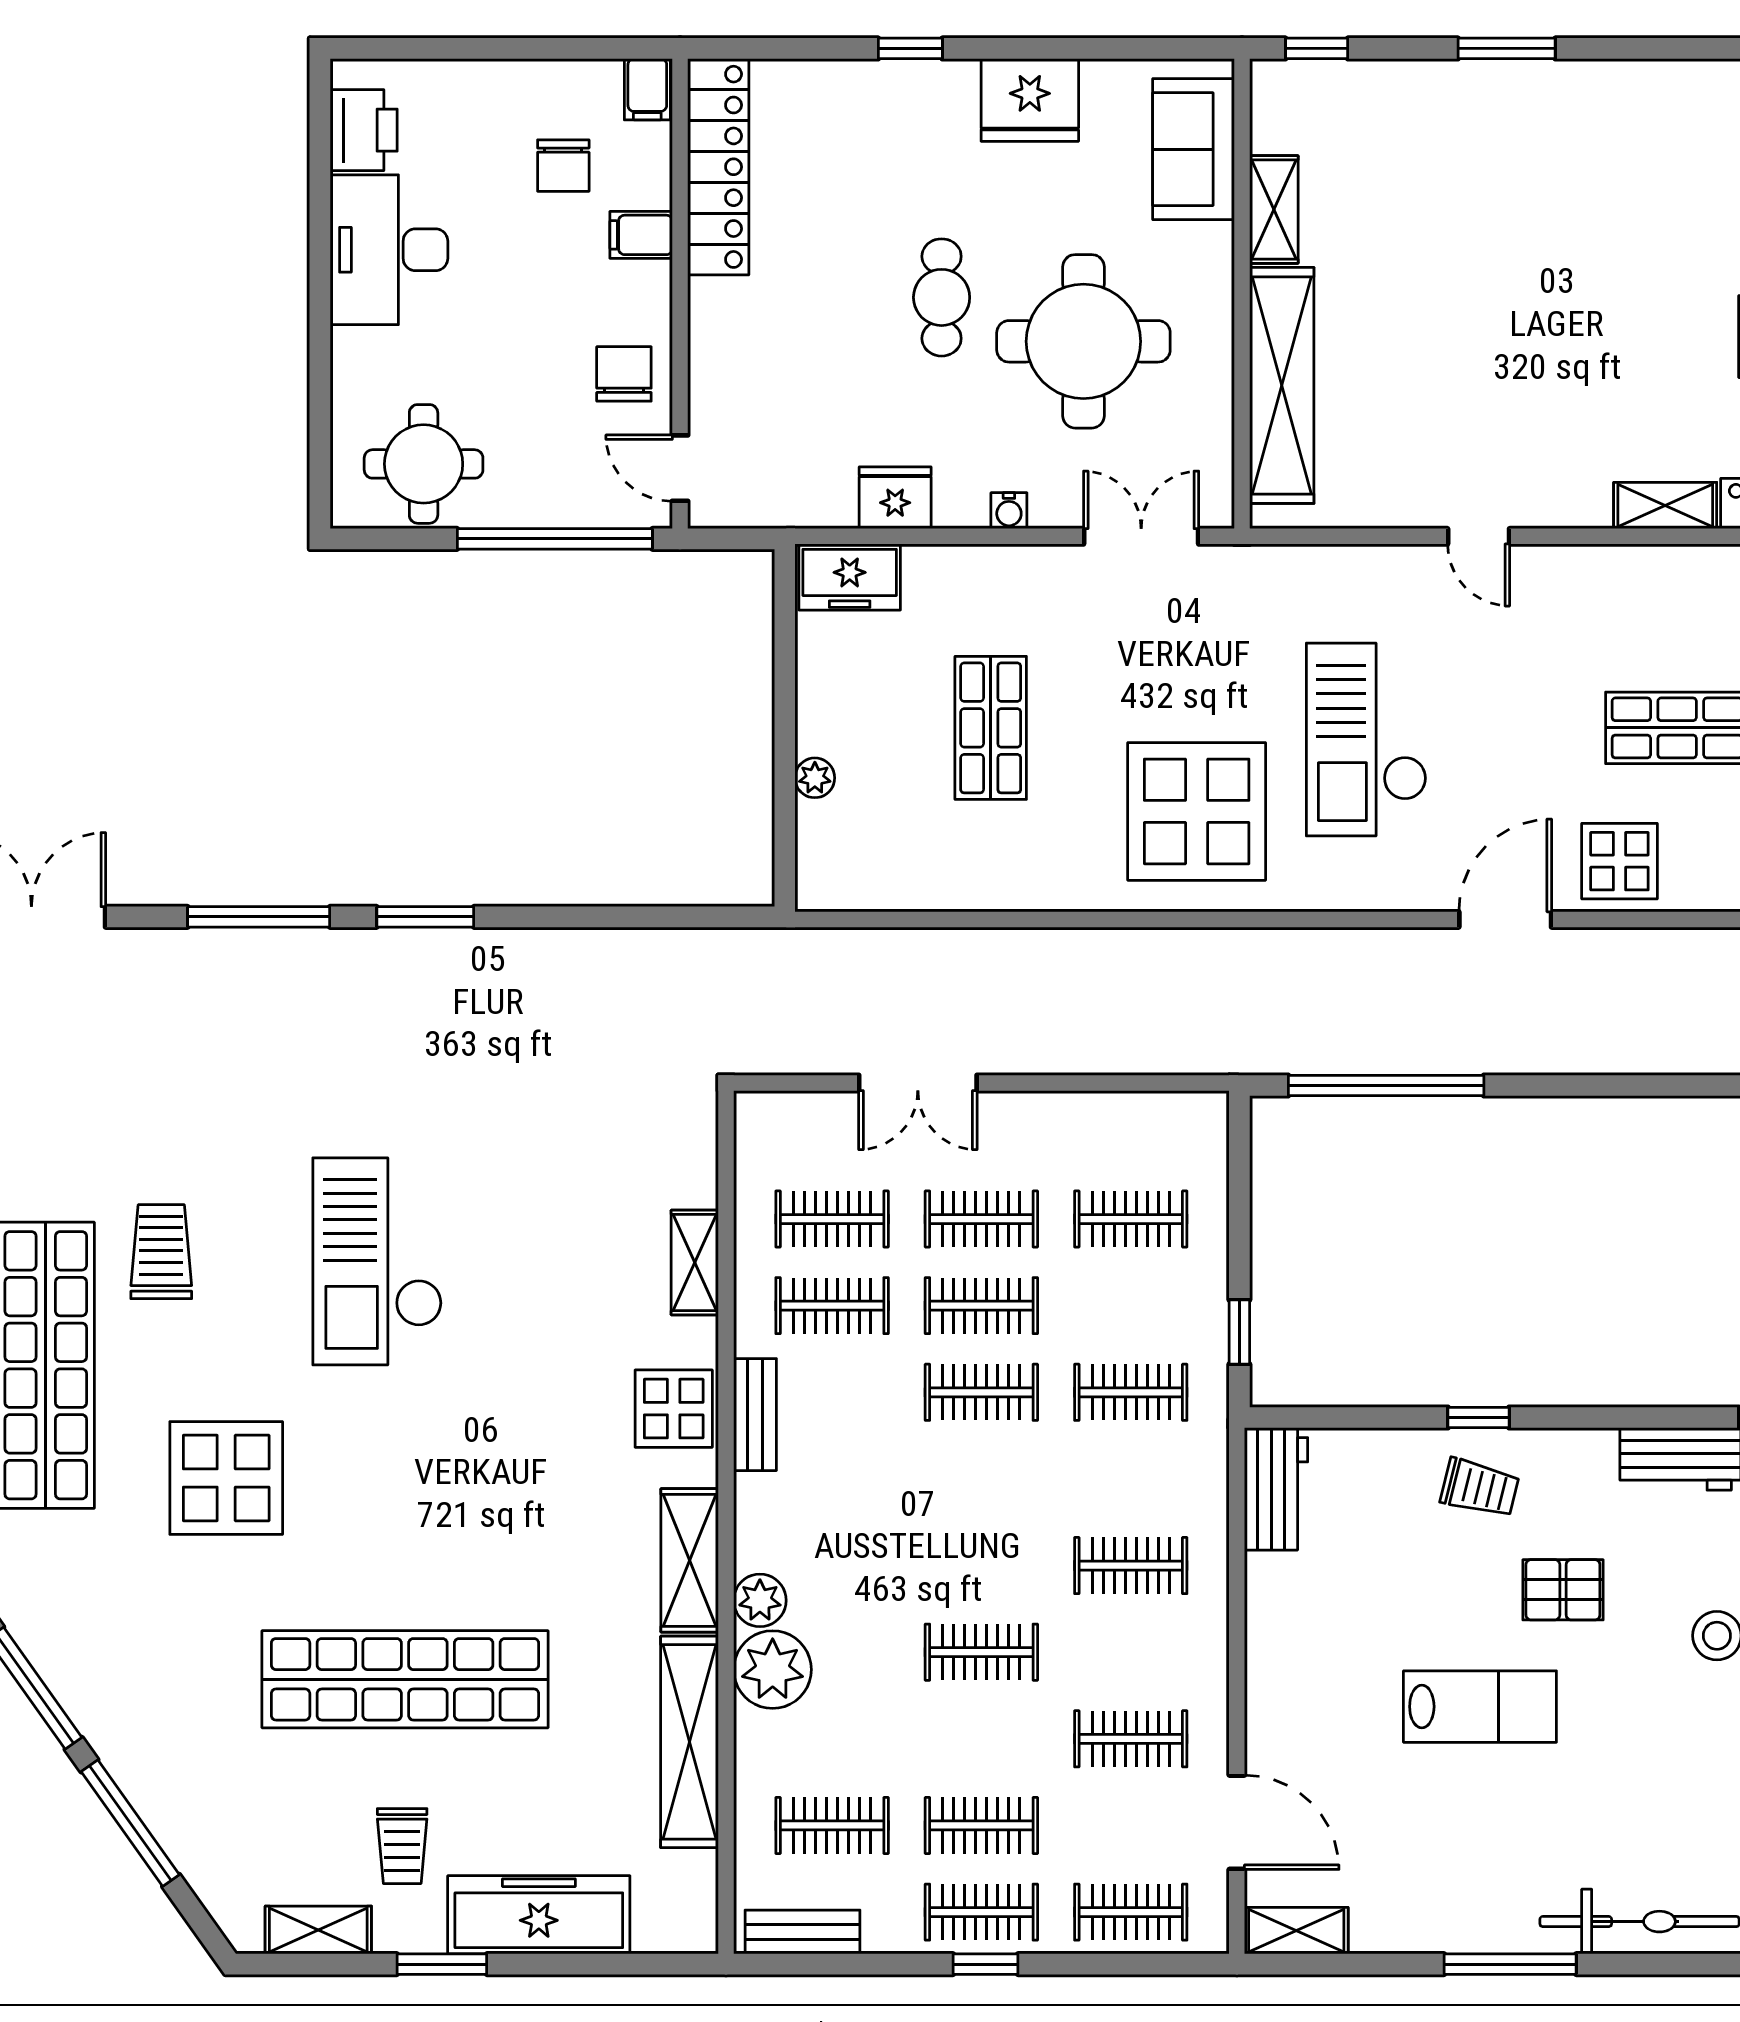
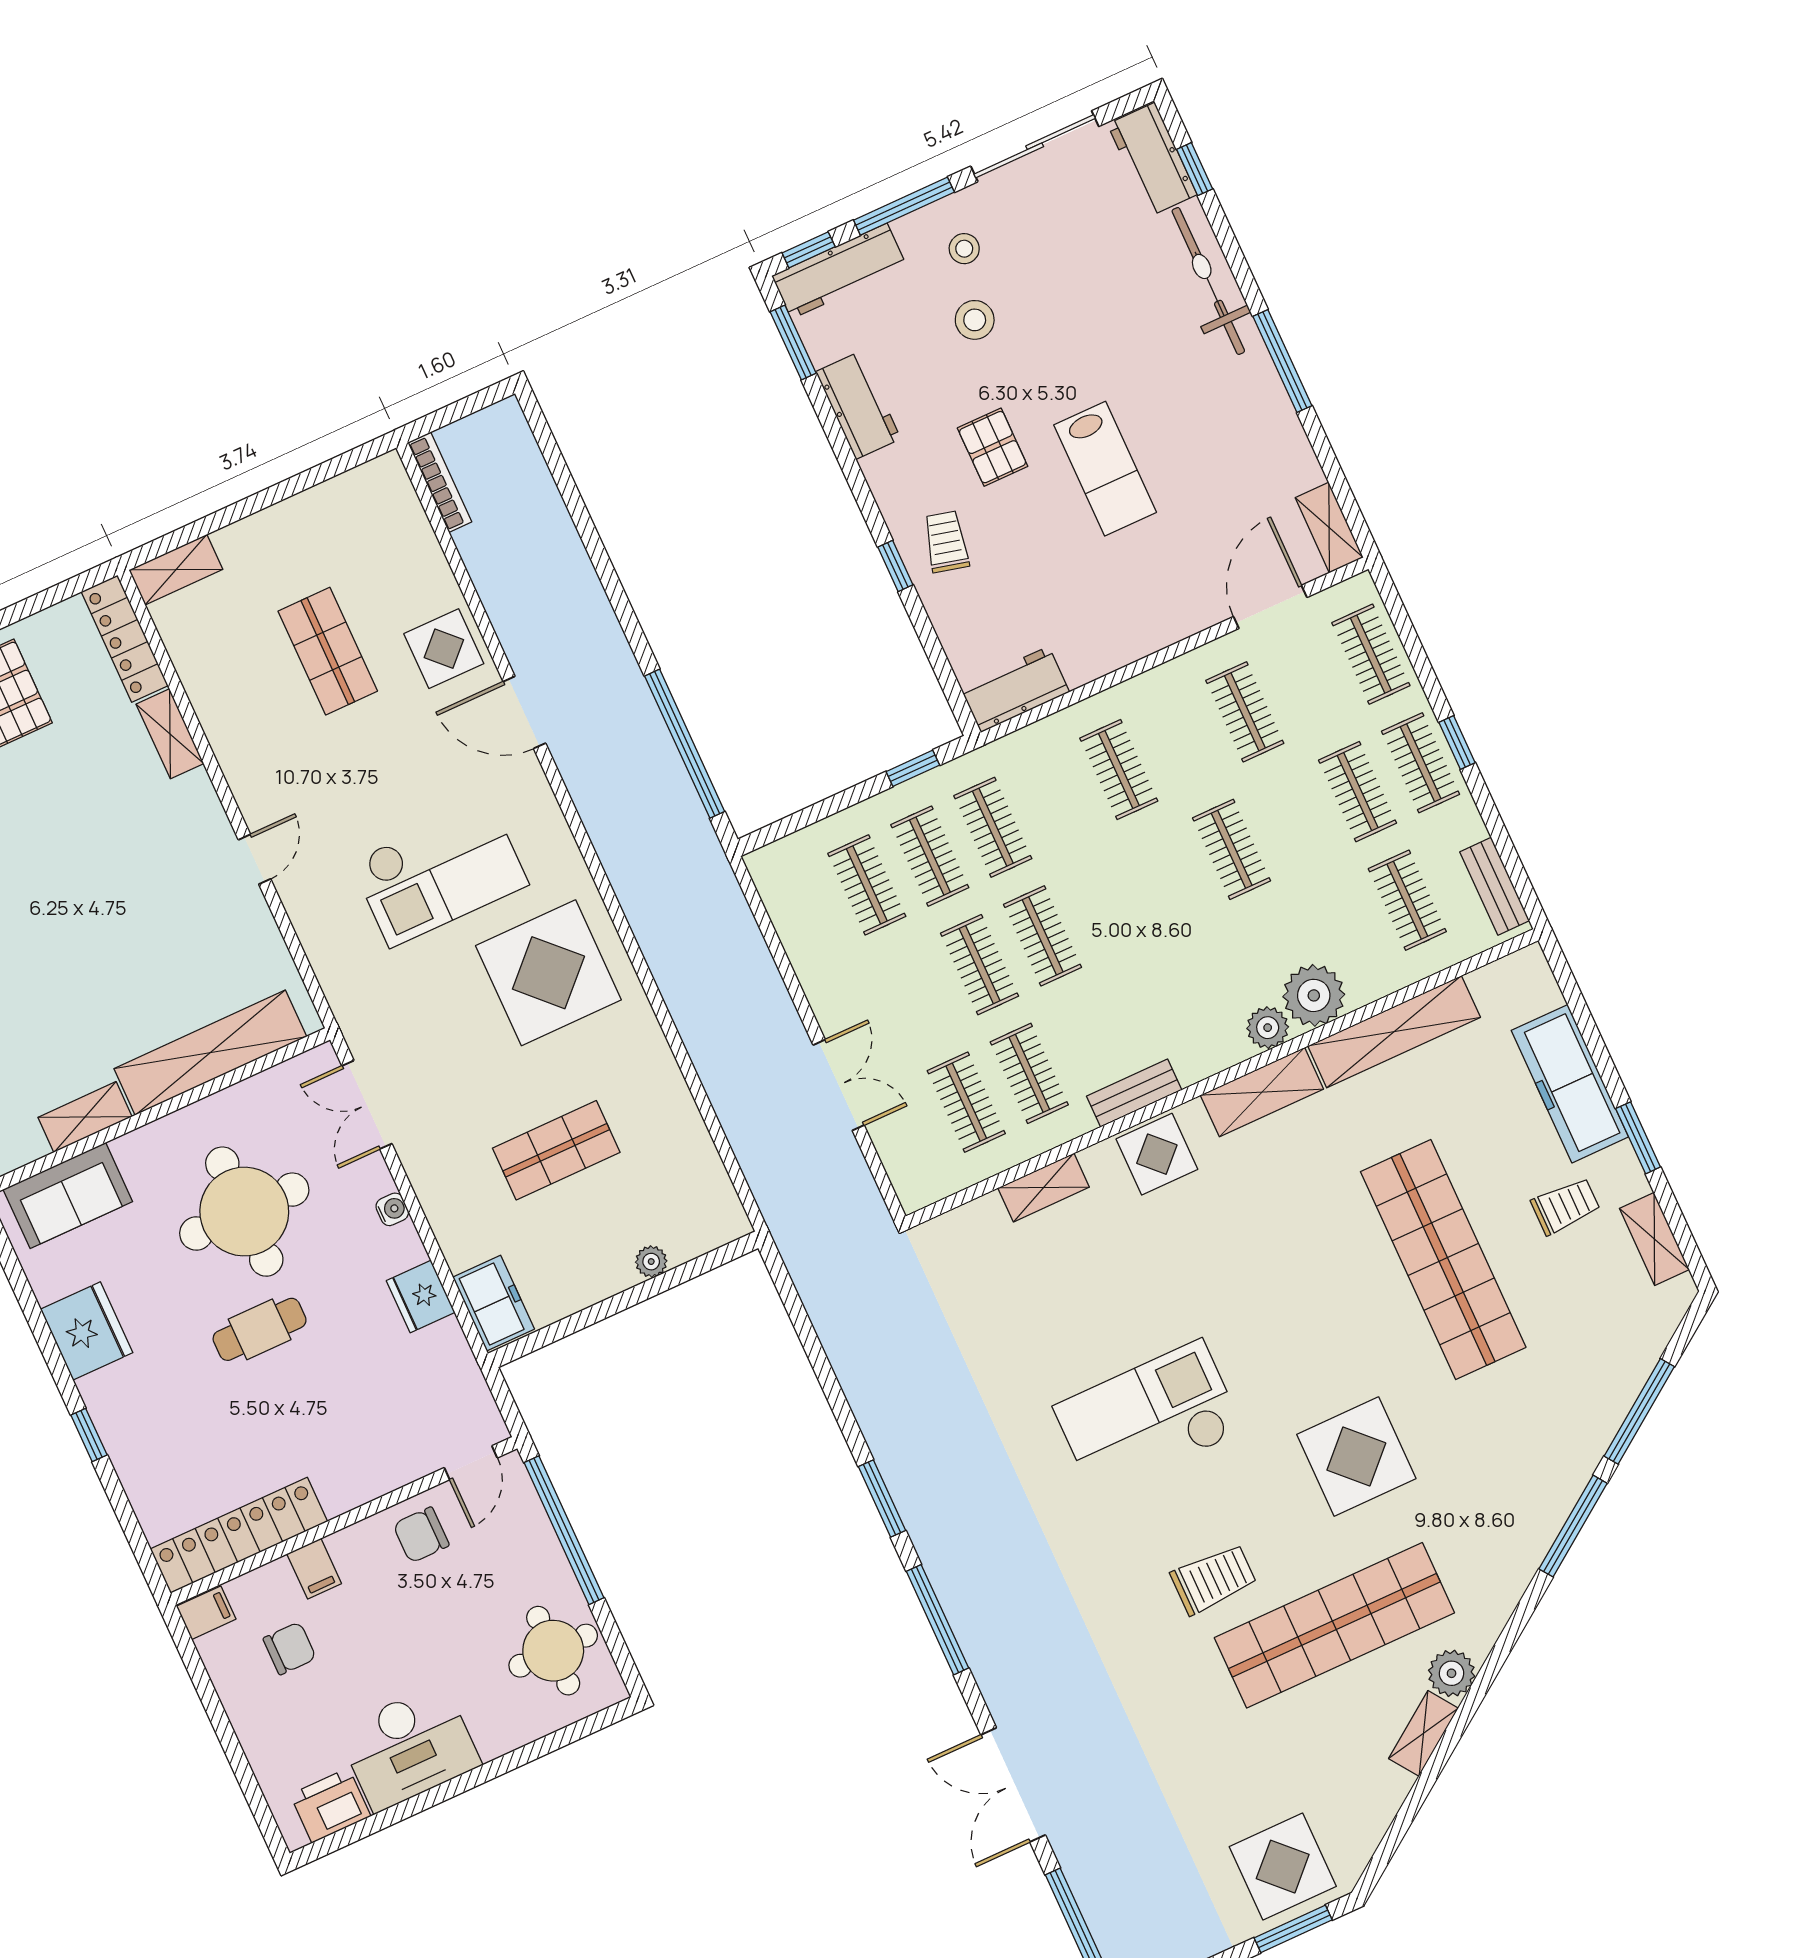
clothes rail: (981, 1219) -> (930, 856), moved
trolley: (161, 1252) -> (1213, 1579), turned 180
checkout: (377, 1261) -> (1148, 1419), turned 180
lab bench: (1480, 1707) -> (1105, 469), turned 180

